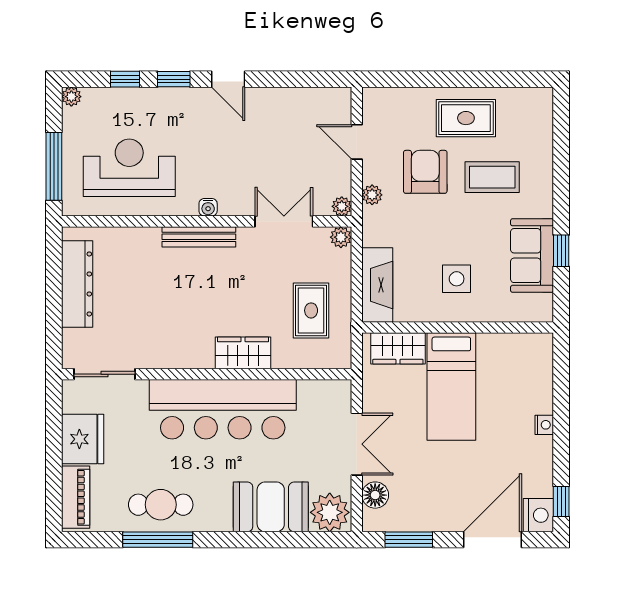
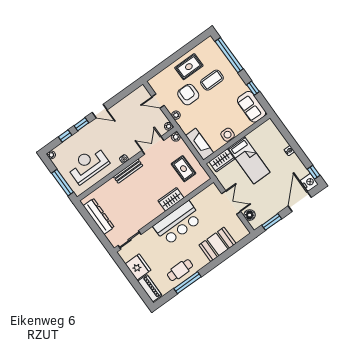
window: (561, 152) -> (229, 55), added
sofa: (532, 256) -> (252, 107), moved
side table: (457, 279) -> (228, 135), moved
bar counter: (223, 409) -> (178, 223), width x0.73
plant: (330, 512) -> (239, 232), removed

